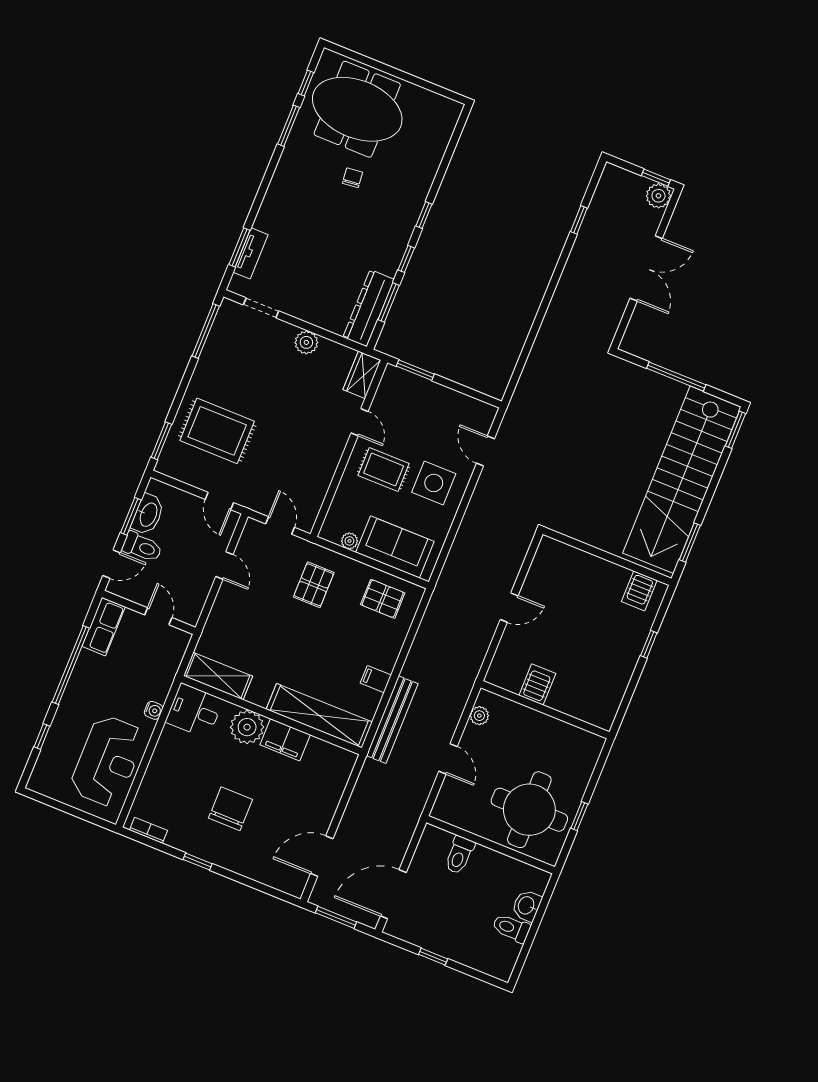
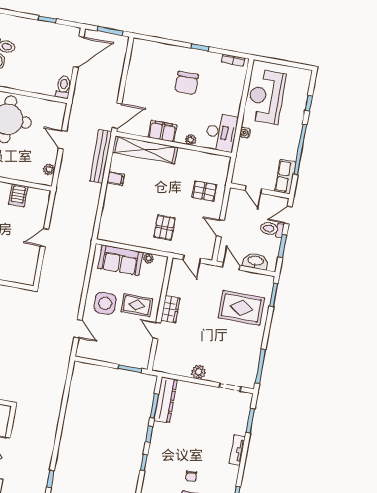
tv unit: (251, 253) -> (237, 450), moved
wardrobe: (362, 375) -> (171, 309), moved
washbasin: (148, 514) -> (255, 261), moved, turned 90
pallet: (383, 599) -> (204, 191), moved
shelving: (218, 676) -> (211, 161), removed
desk: (194, 711) -> (221, 132), width x1.37
plant: (247, 727) -> (191, 140), width x0.53, depth x0.53
toilet: (459, 855) -> (63, 87), moved
door: (322, 856) -> (117, 116), moved

